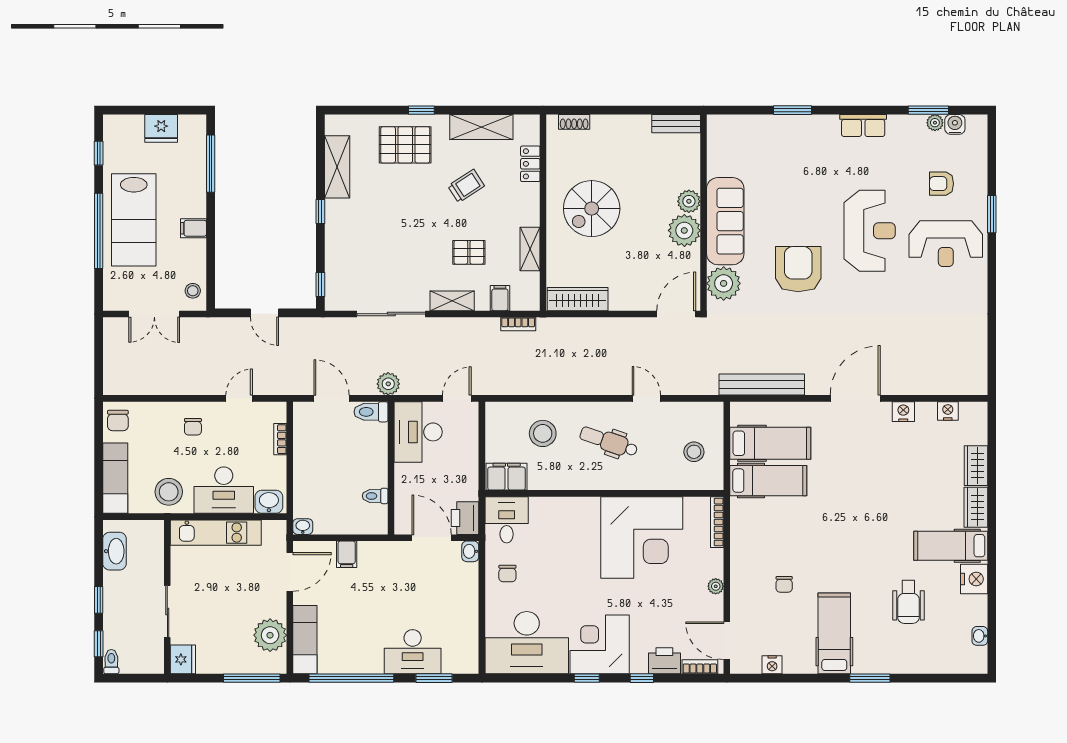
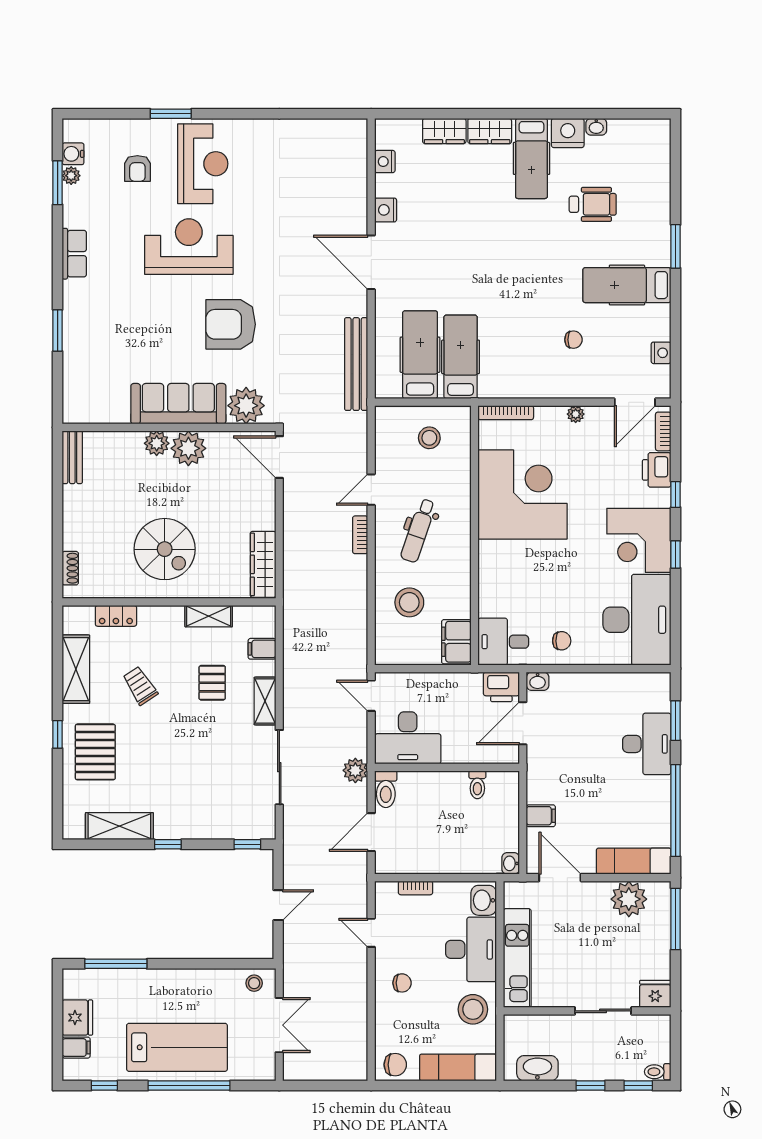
filing cabinet: (193, 228) -> (76, 1048), moved, turned -90
bookcase: (518, 324) -> (360, 535), moved, turned 180
washbasin: (980, 636) -> (596, 127), moved

